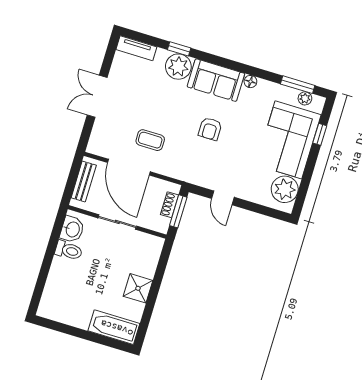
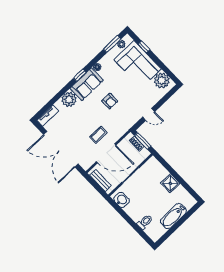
window: (179, 49) -> (80, 75), moved
double door: (97, 96) -> (61, 149), width x1.87
toilet: (69, 250) -> (145, 222), moved
bathtub: (114, 327) -> (173, 216), moved

